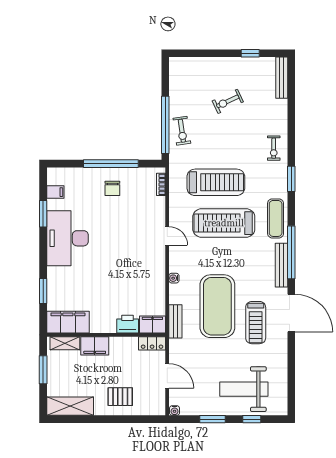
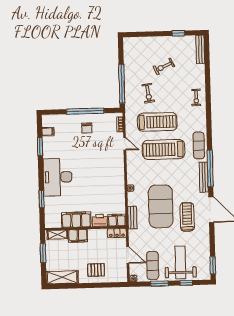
exercise bike: (182, 131) -> (148, 93), moved
window: (291, 179) -> (213, 265), moved
door: (167, 236) -> (125, 144), moved
desk: (67, 238) -> (58, 177), moved
filing cabinet: (68, 322) -> (76, 220), moved
treadmill: (256, 323) -> (187, 217), turned 180
weight bench: (244, 389) -> (180, 262), turned 90
exercise mat: (203, 392) -> (153, 265), added

